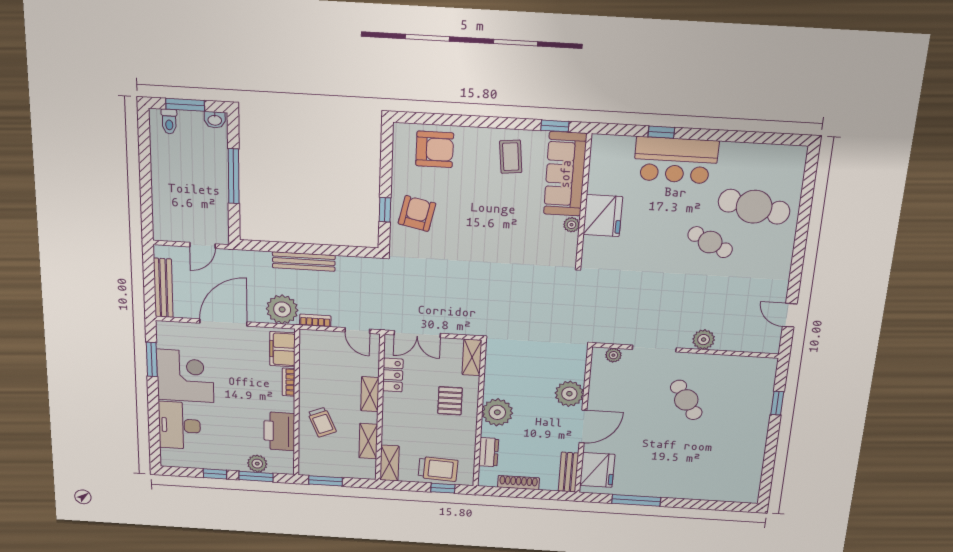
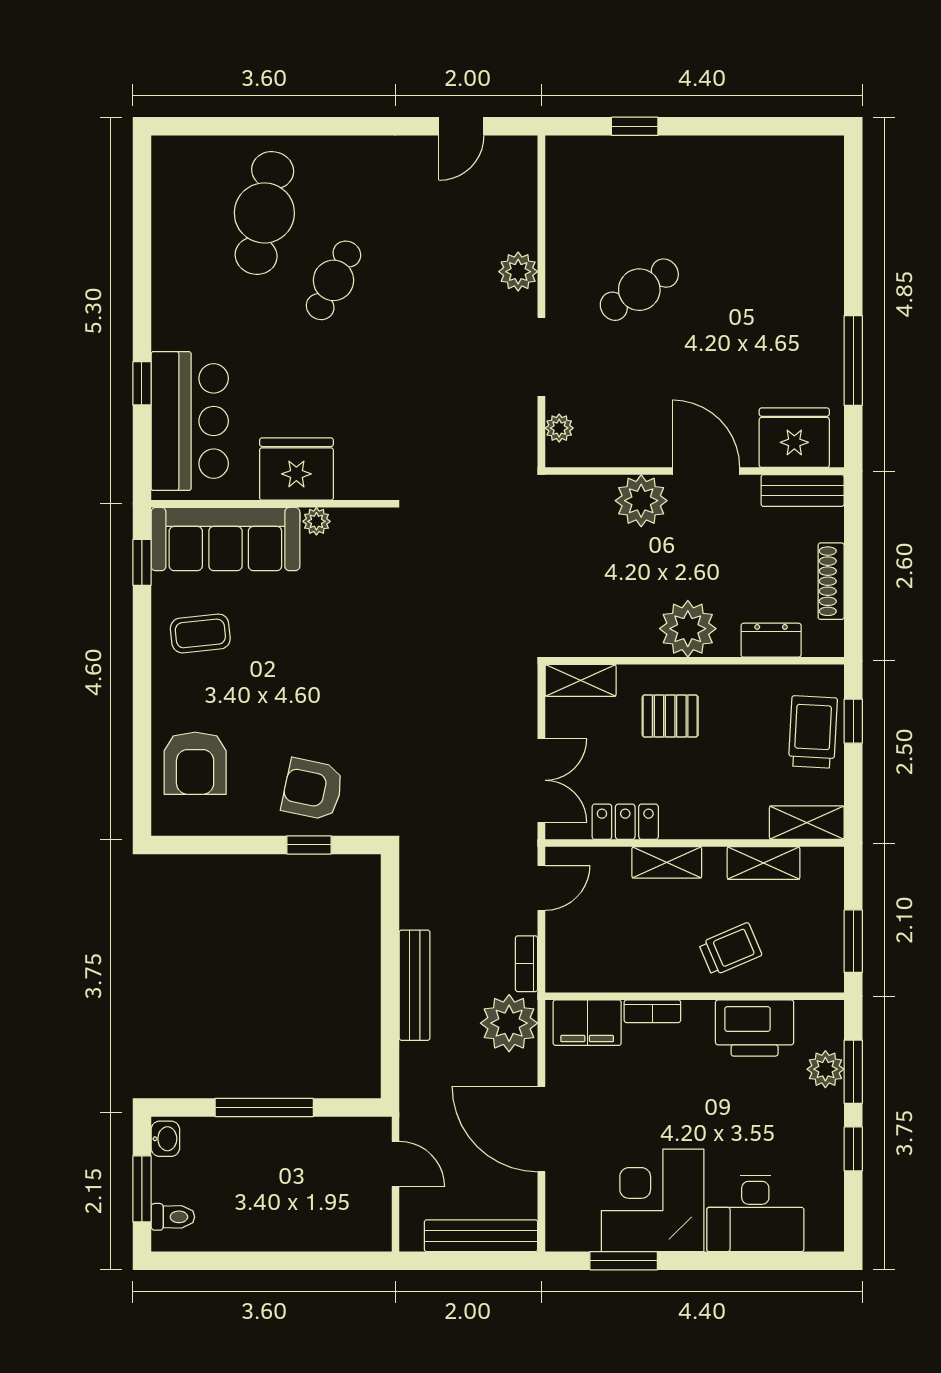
armchair: (435, 149) -> (195, 763), turned 180
bar counter: (676, 160) -> (190, 421), moved

